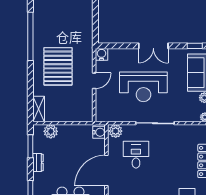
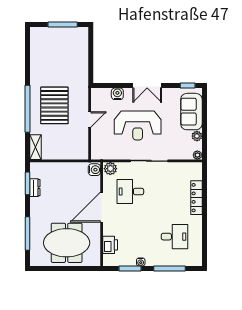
window: (30, 36) -> (27, 109), moved
water cooler: (101, 54) -> (117, 94), moved
plant: (51, 131) -> (47, 169), removed
desk: (136, 155) -> (130, 191), turned -90
dresser: (38, 162) -> (35, 188), moved

